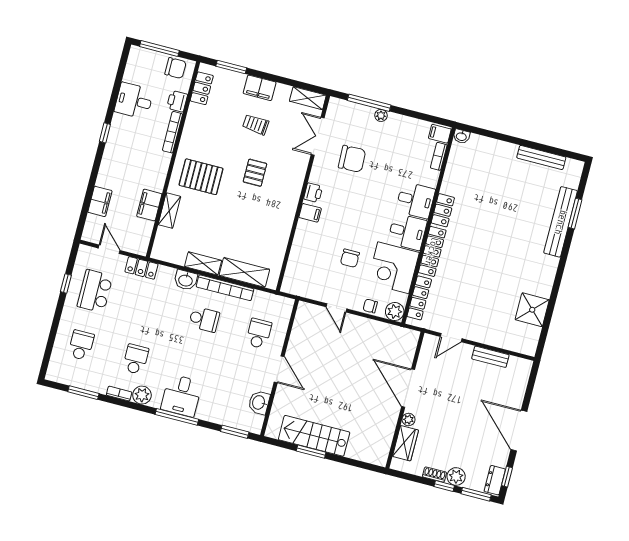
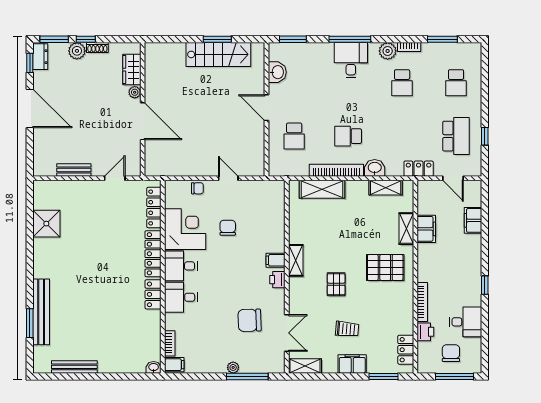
chair: (175, 68) -> (451, 353), moved, turned 90
shelving: (290, 207) -> (296, 260), added
shelving: (203, 263) -> (386, 188), moved
plant: (395, 312) -> (173, 189), removed

